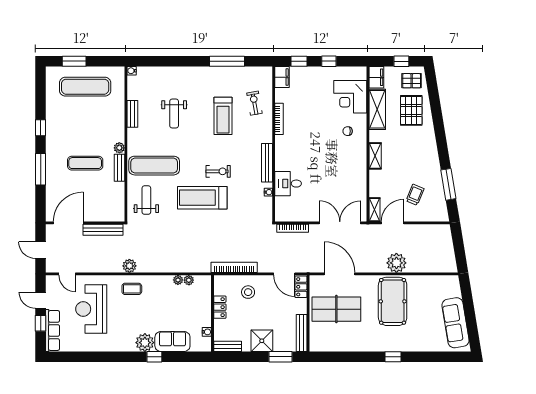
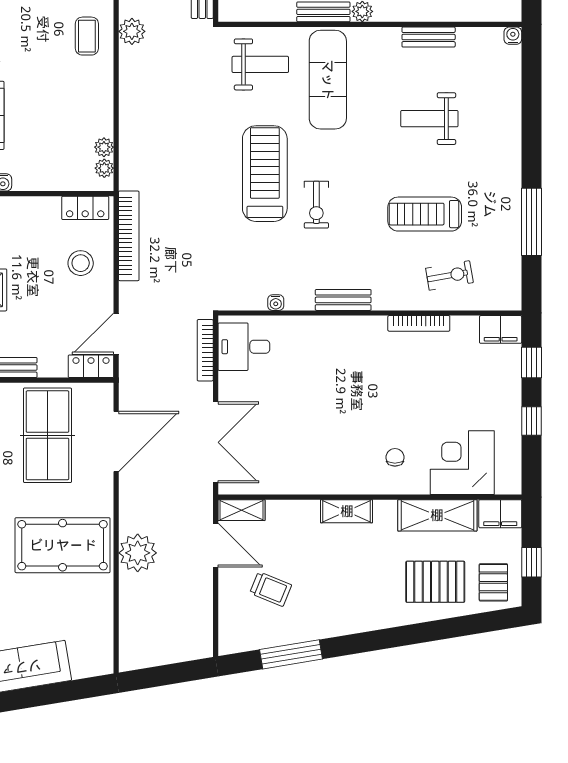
bench: (267, 163) -> (343, 300), width x0.73
desk: (288, 184) -> (244, 347), moved, turned -90
plant: (178, 280) -> (104, 168), moved
locker: (220, 307) -> (85, 208), moved

